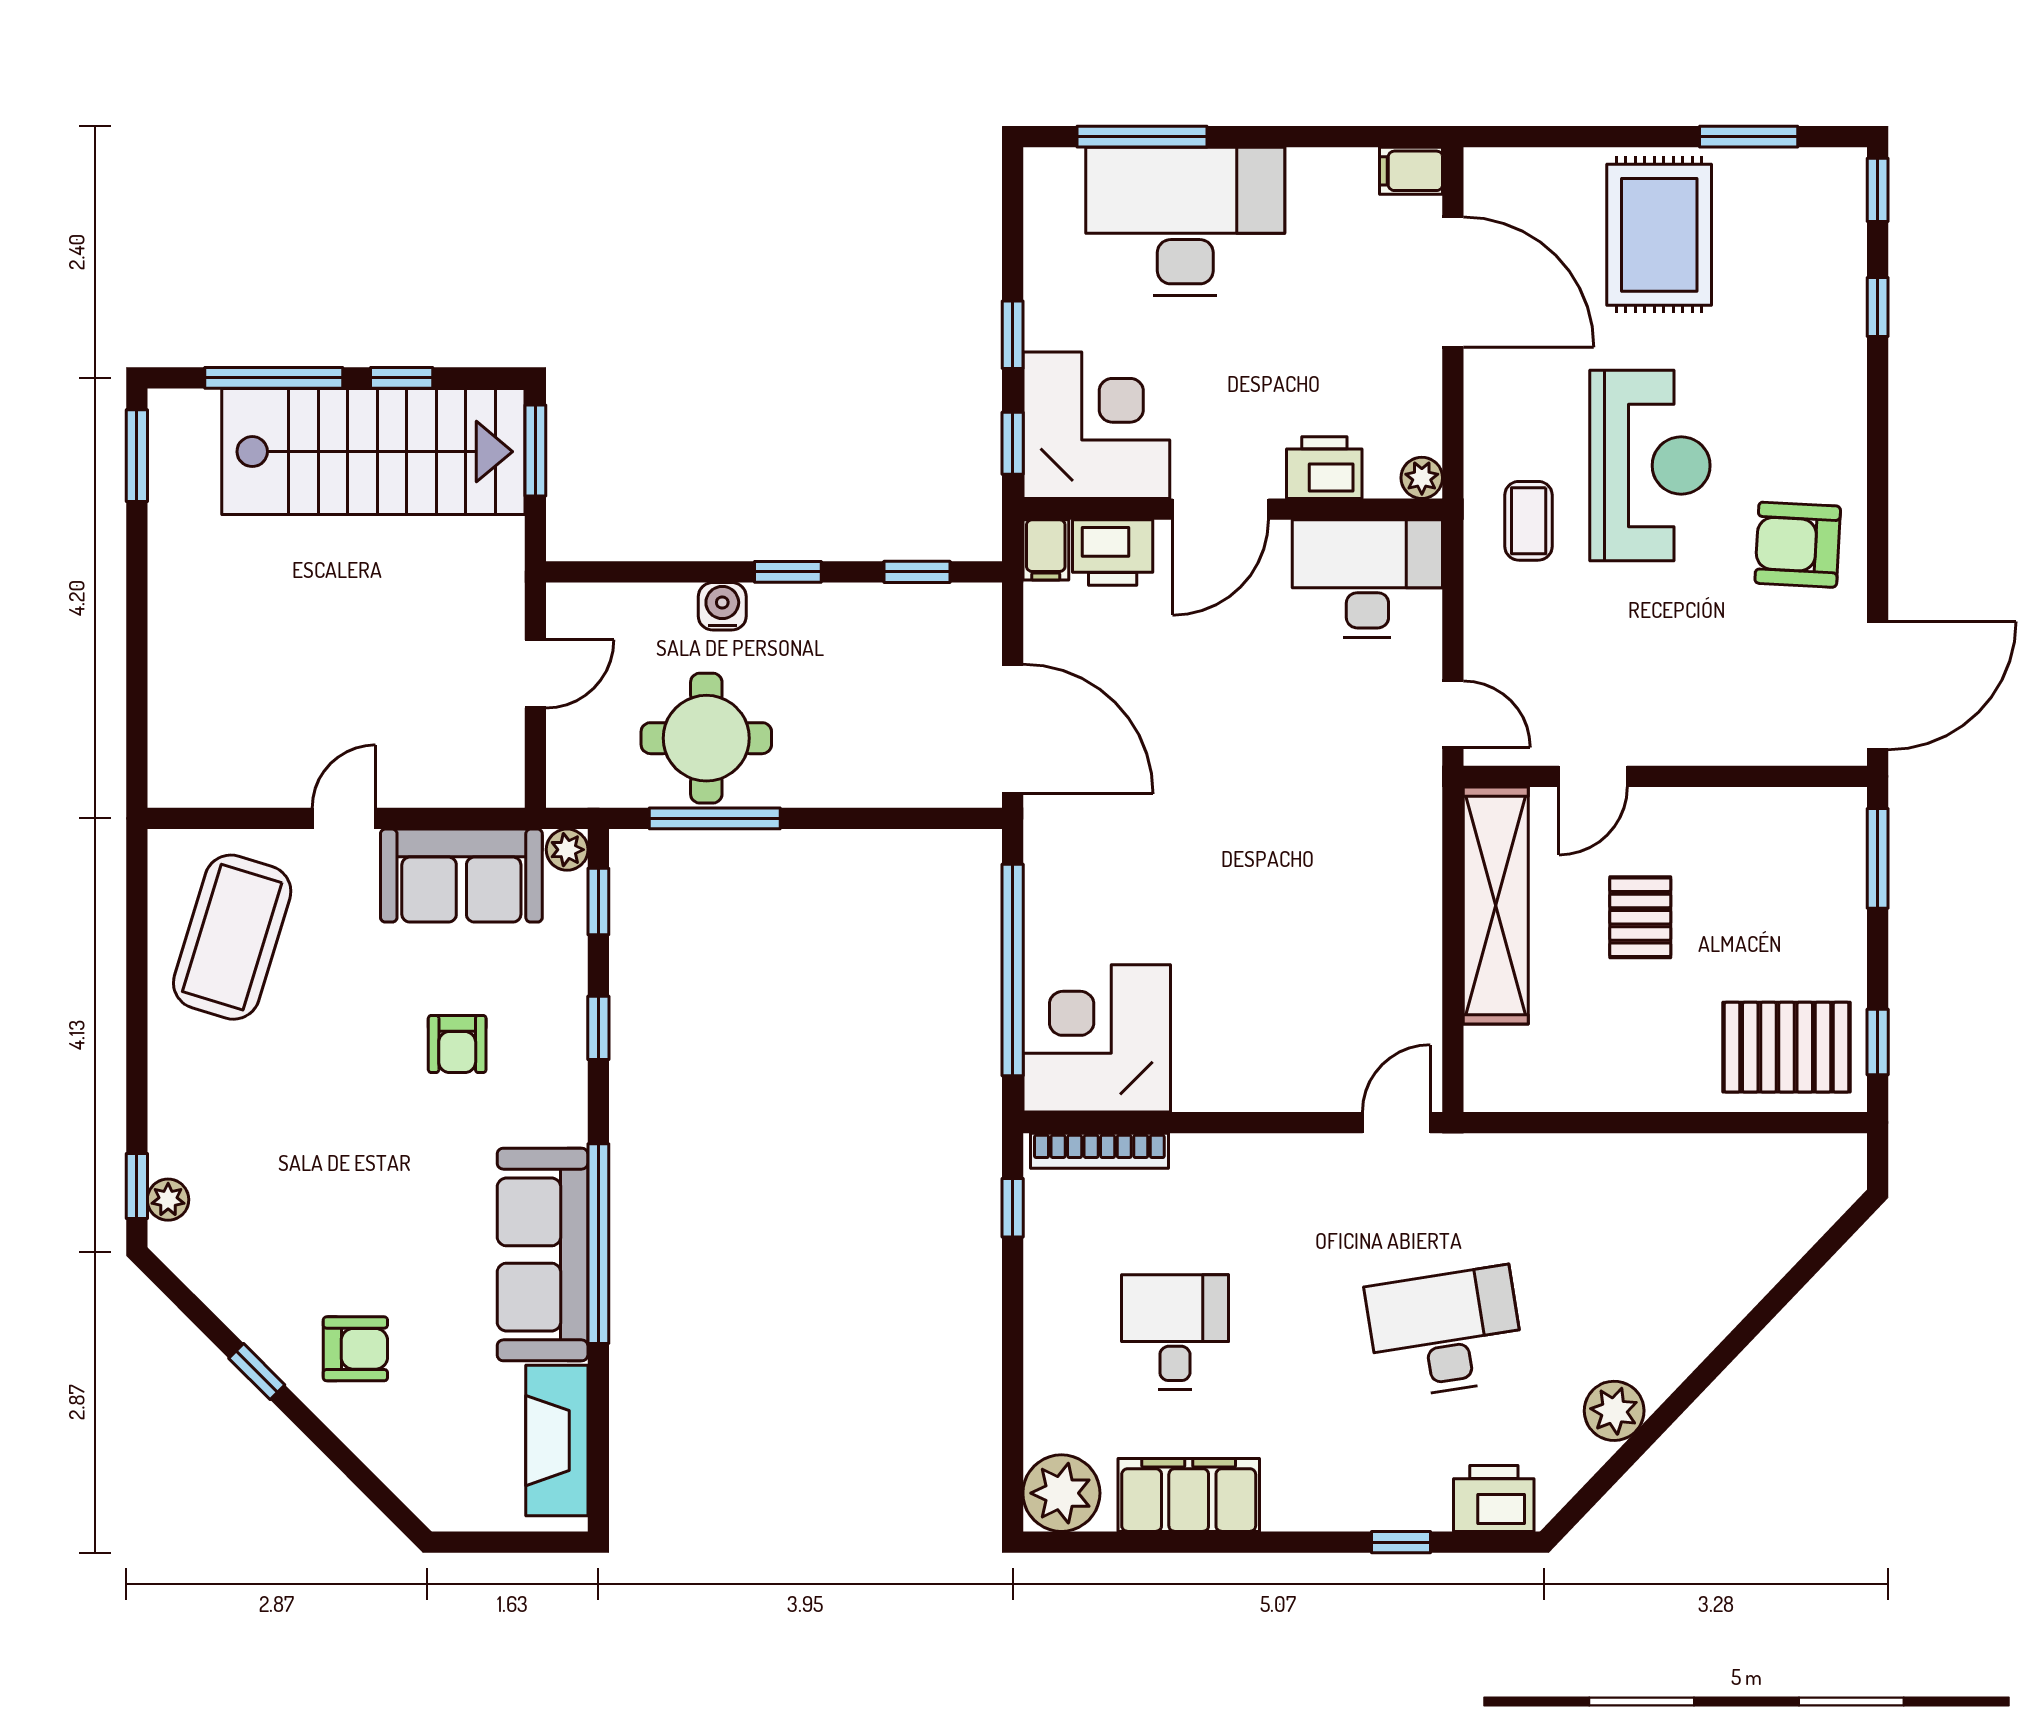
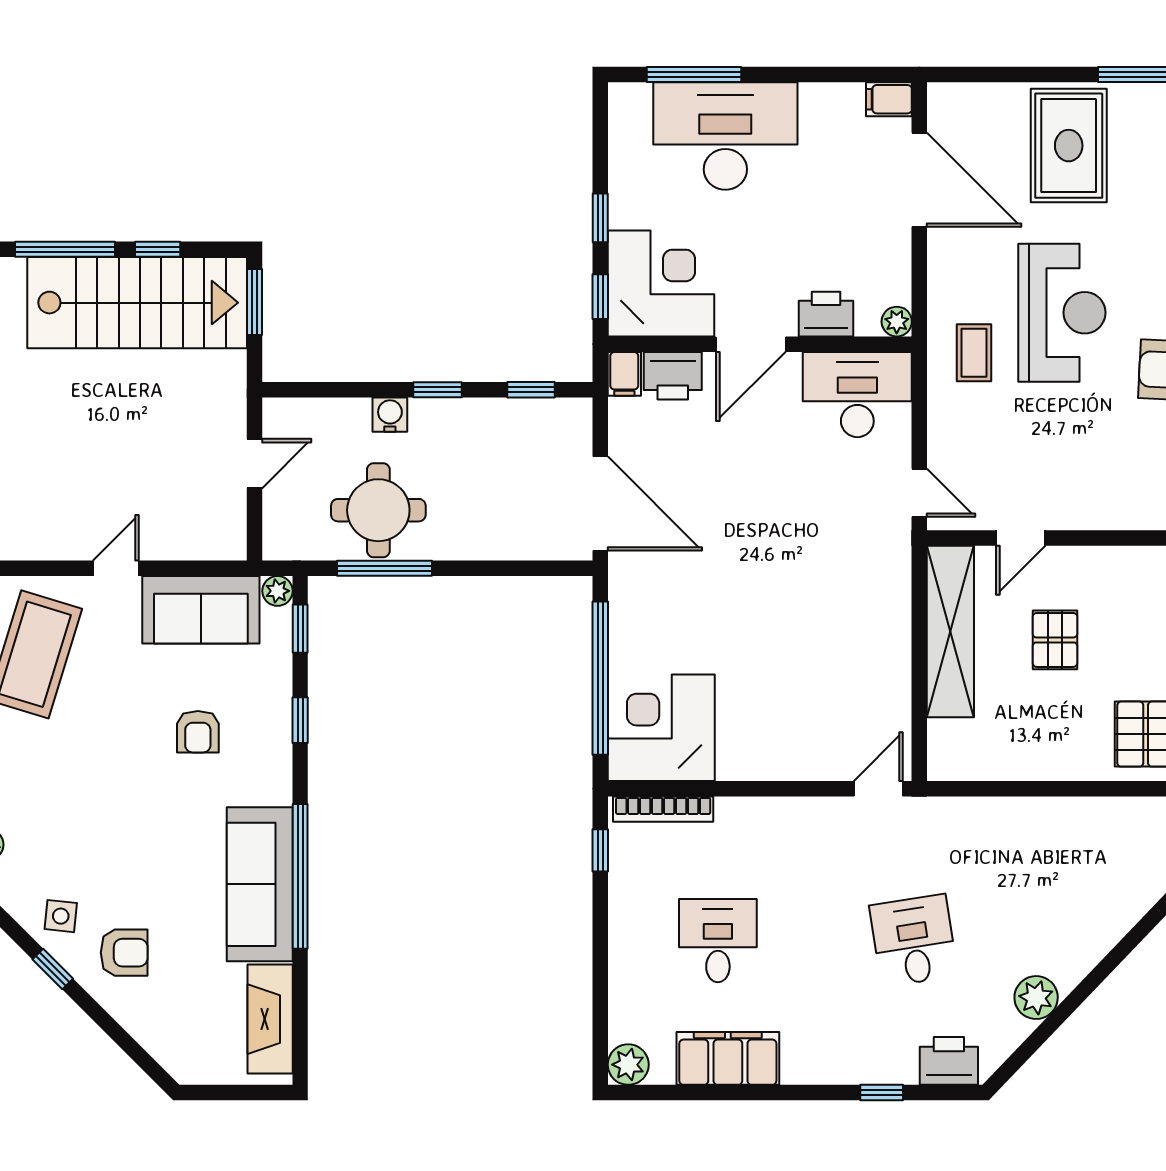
side table: (268, 1298) -> (61, 916), added
desk: (1445, 1332) -> (914, 941), width x0.73
plant: (1061, 1493) -> (628, 1065), width x0.73, depth x0.73

